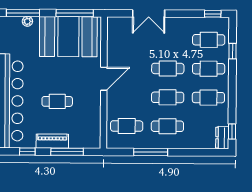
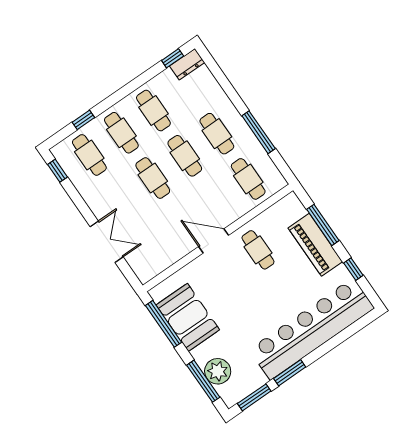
plant: (27, 21) -> (218, 371), width x1.88, depth x1.88
booth: (68, 37) -> (188, 317), width x0.73, depth x0.70
cafe table: (57, 101) -> (258, 250), moved
piano: (52, 141) -> (315, 245), width x1.37, depth x1.33

